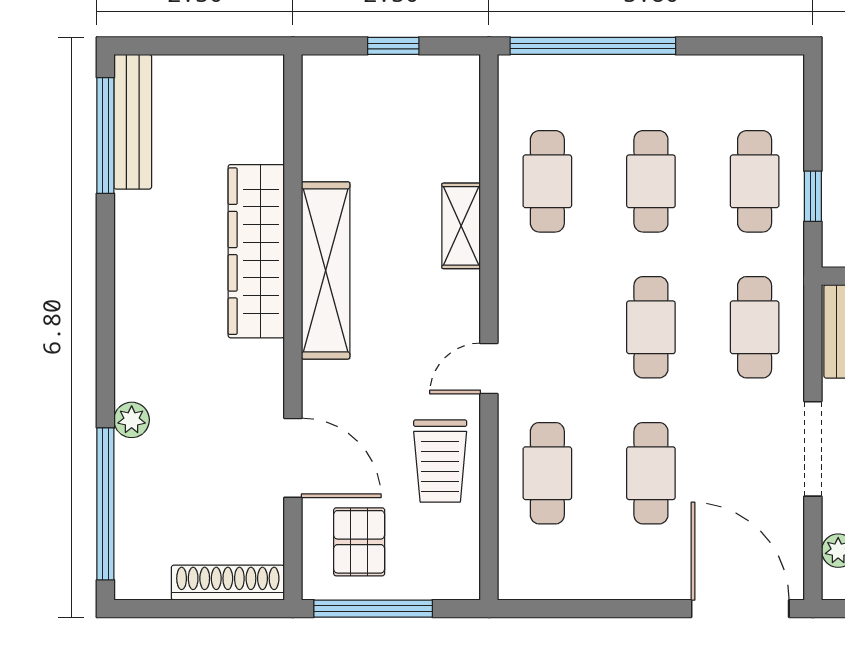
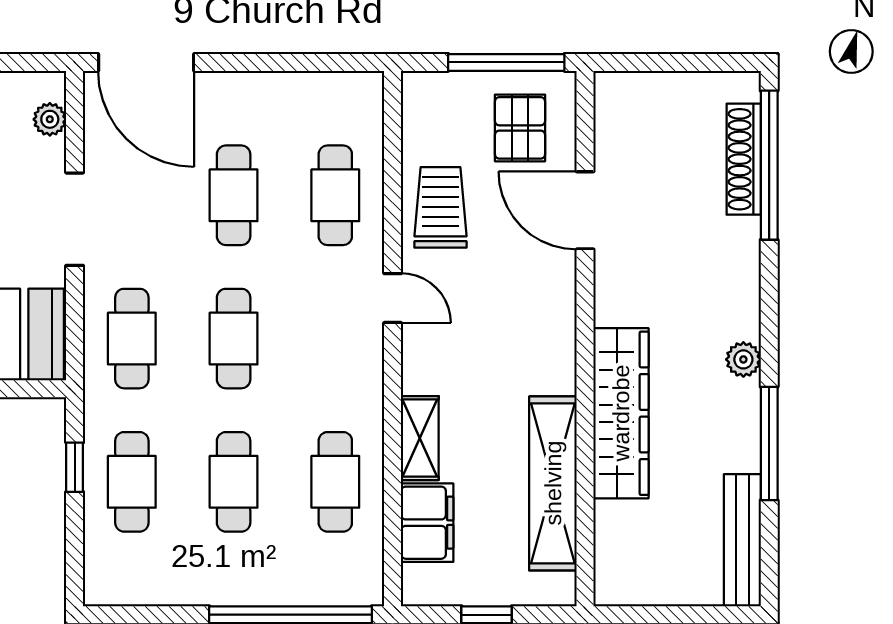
window: (105, 136) -> (769, 444), moved
filing cabinet: (454, 140) -> (427, 523), added
shelving: (326, 270) -> (553, 483), moved
door: (489, 368) -> (393, 298), hinge flipped
plant: (132, 420) -> (743, 359), moved
shoe rack: (228, 583) -> (744, 159), moved, turned 90

